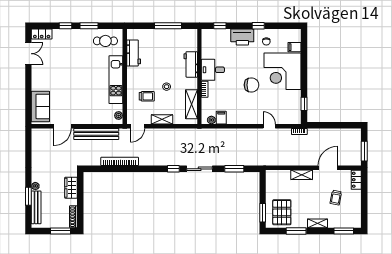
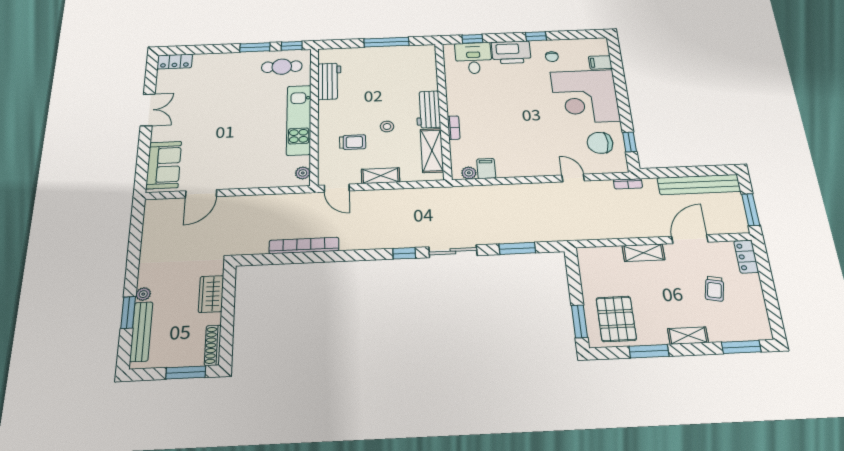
window: (65, 26) -> (292, 46), moved
double door: (28, 54) -> (148, 110), moved
workbench: (191, 64) -> (428, 109), moved
desk: (213, 70) -> (473, 58), moved, turned 90
chair: (251, 85) -> (600, 143), moved, turned 180
door: (137, 126) -> (337, 188), hinge flipped
bench: (96, 134) -> (699, 185), moved

